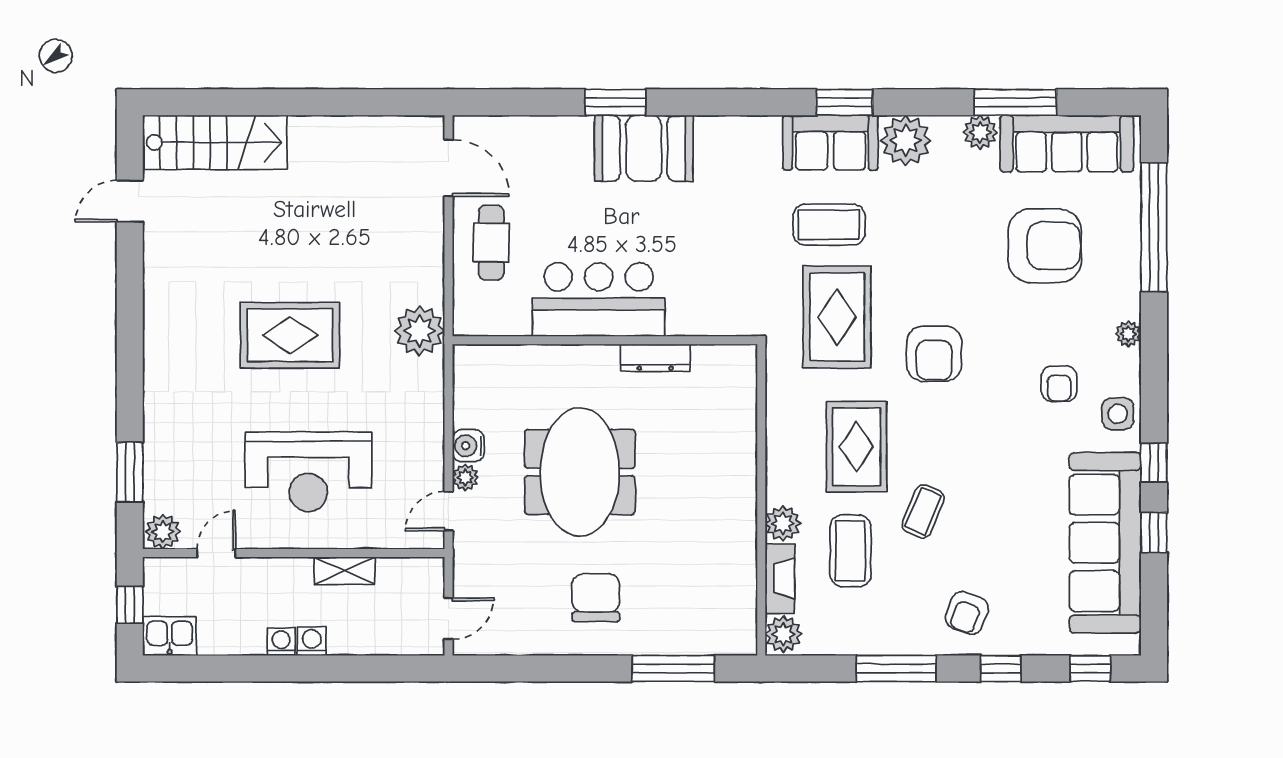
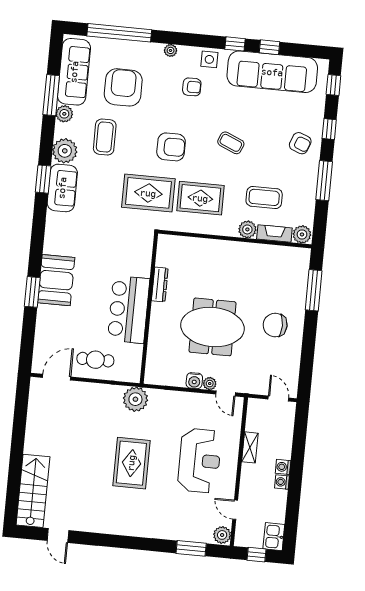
coffee table: (829, 225) -> (105, 137), moved
rug: (857, 447) -> (200, 198), moved
coffee table: (923, 511) -> (231, 143), moved

